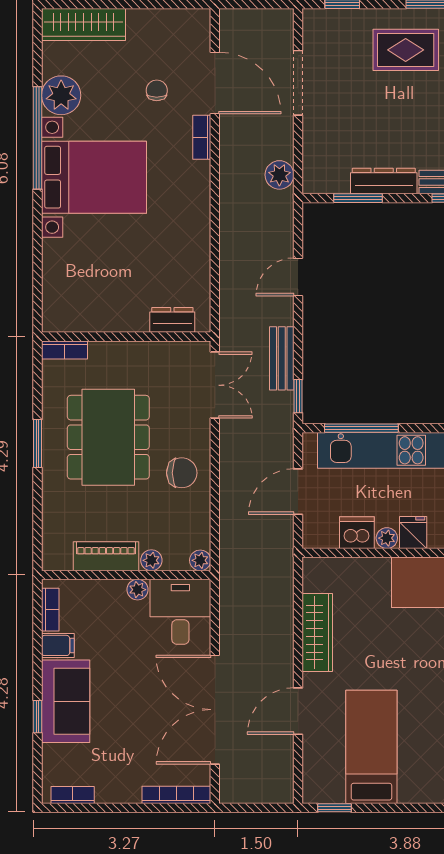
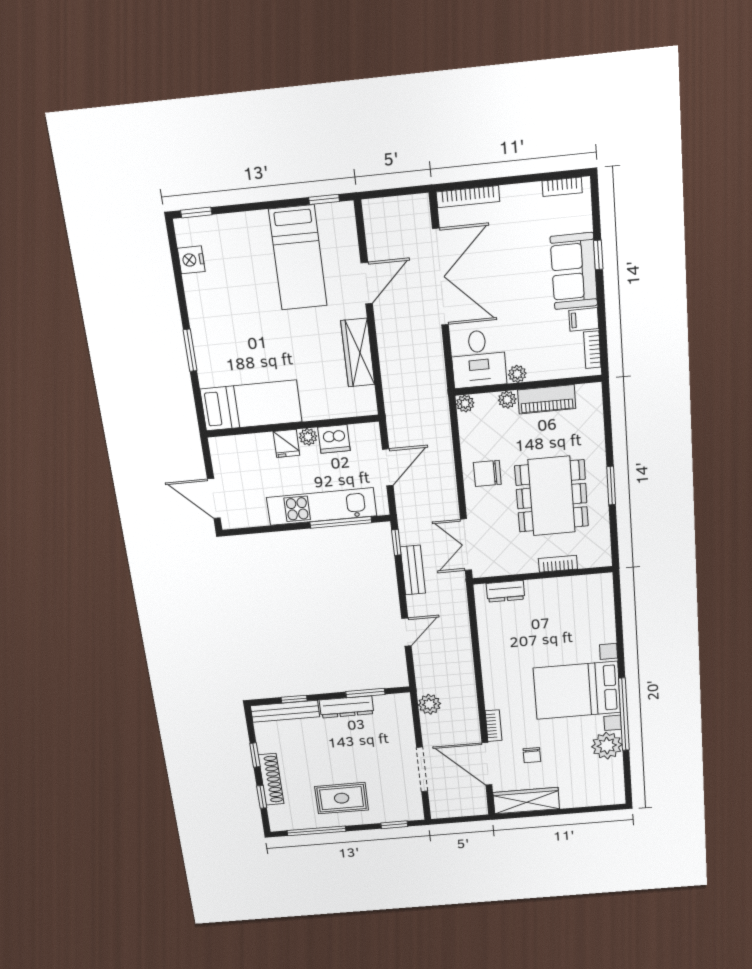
wardrobe: (83, 24) -> (526, 801), moved
bookcase: (64, 350) -> (558, 564), moved

